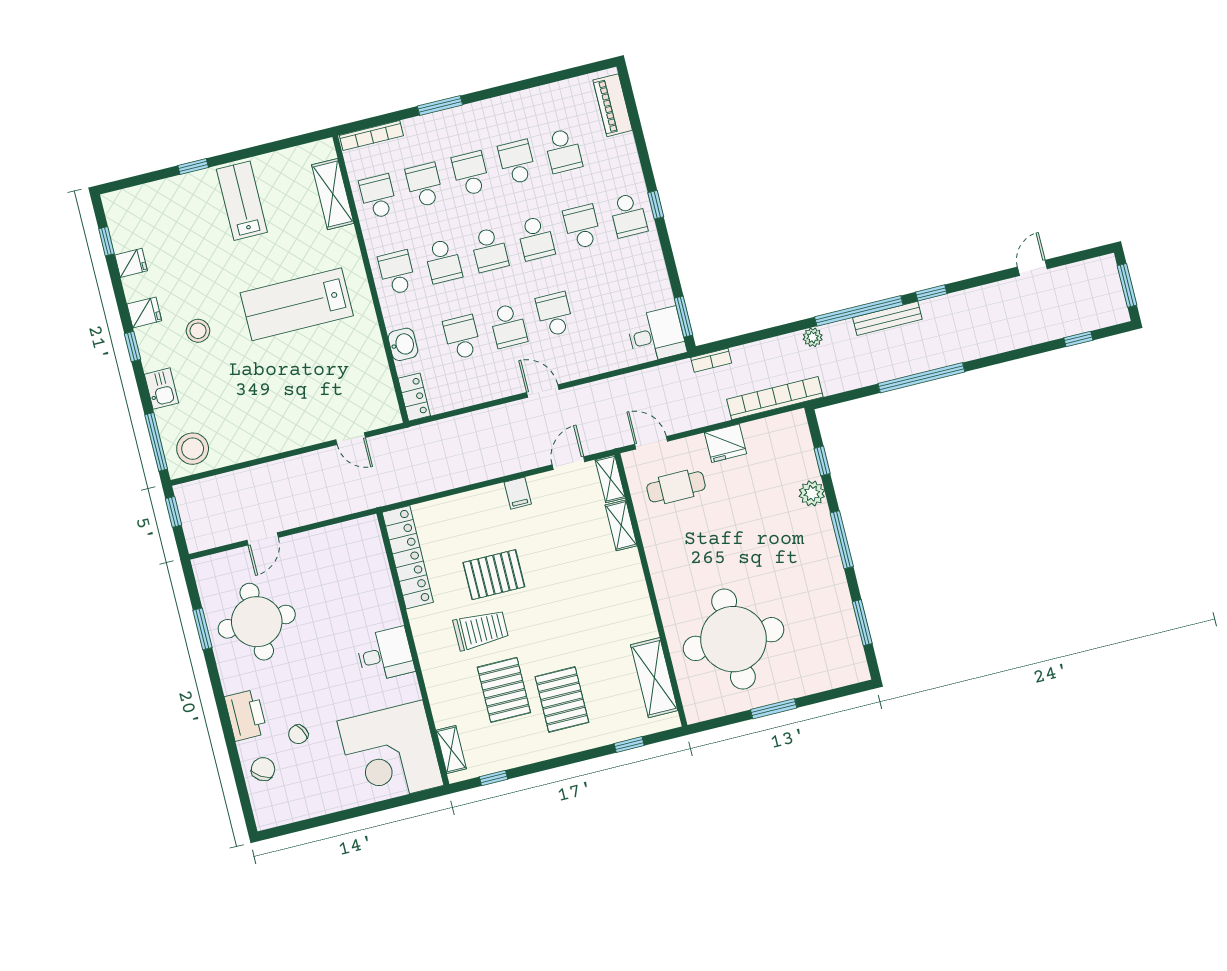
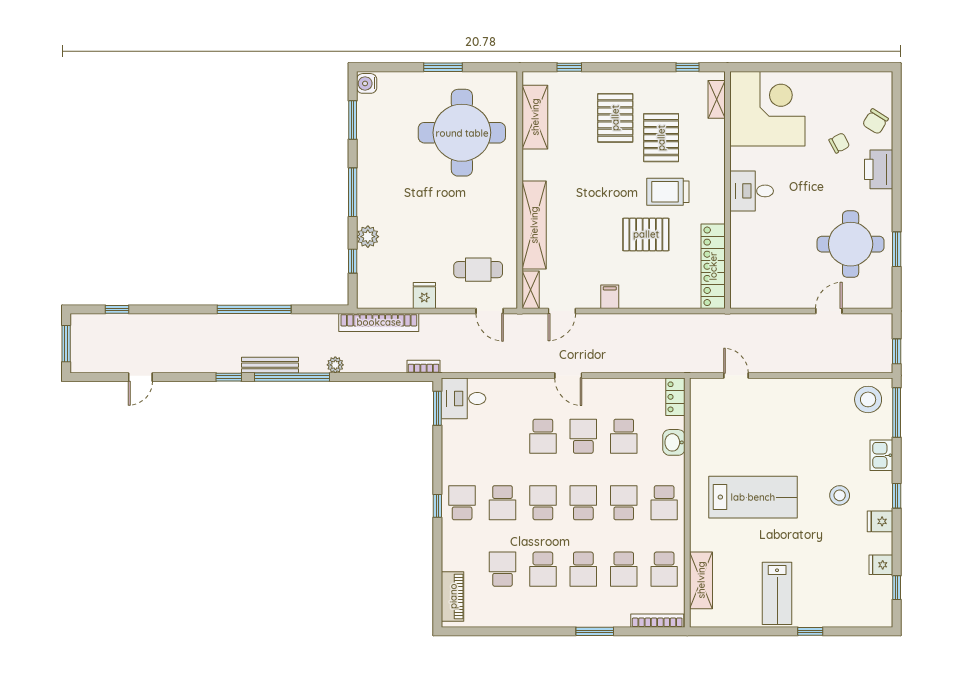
fridge: (725, 443) -> (424, 295), width x0.72
shelving: (621, 525) -> (534, 225), width x2.20, depth x1.33
water cooler: (857, 668) -> (367, 83), added

